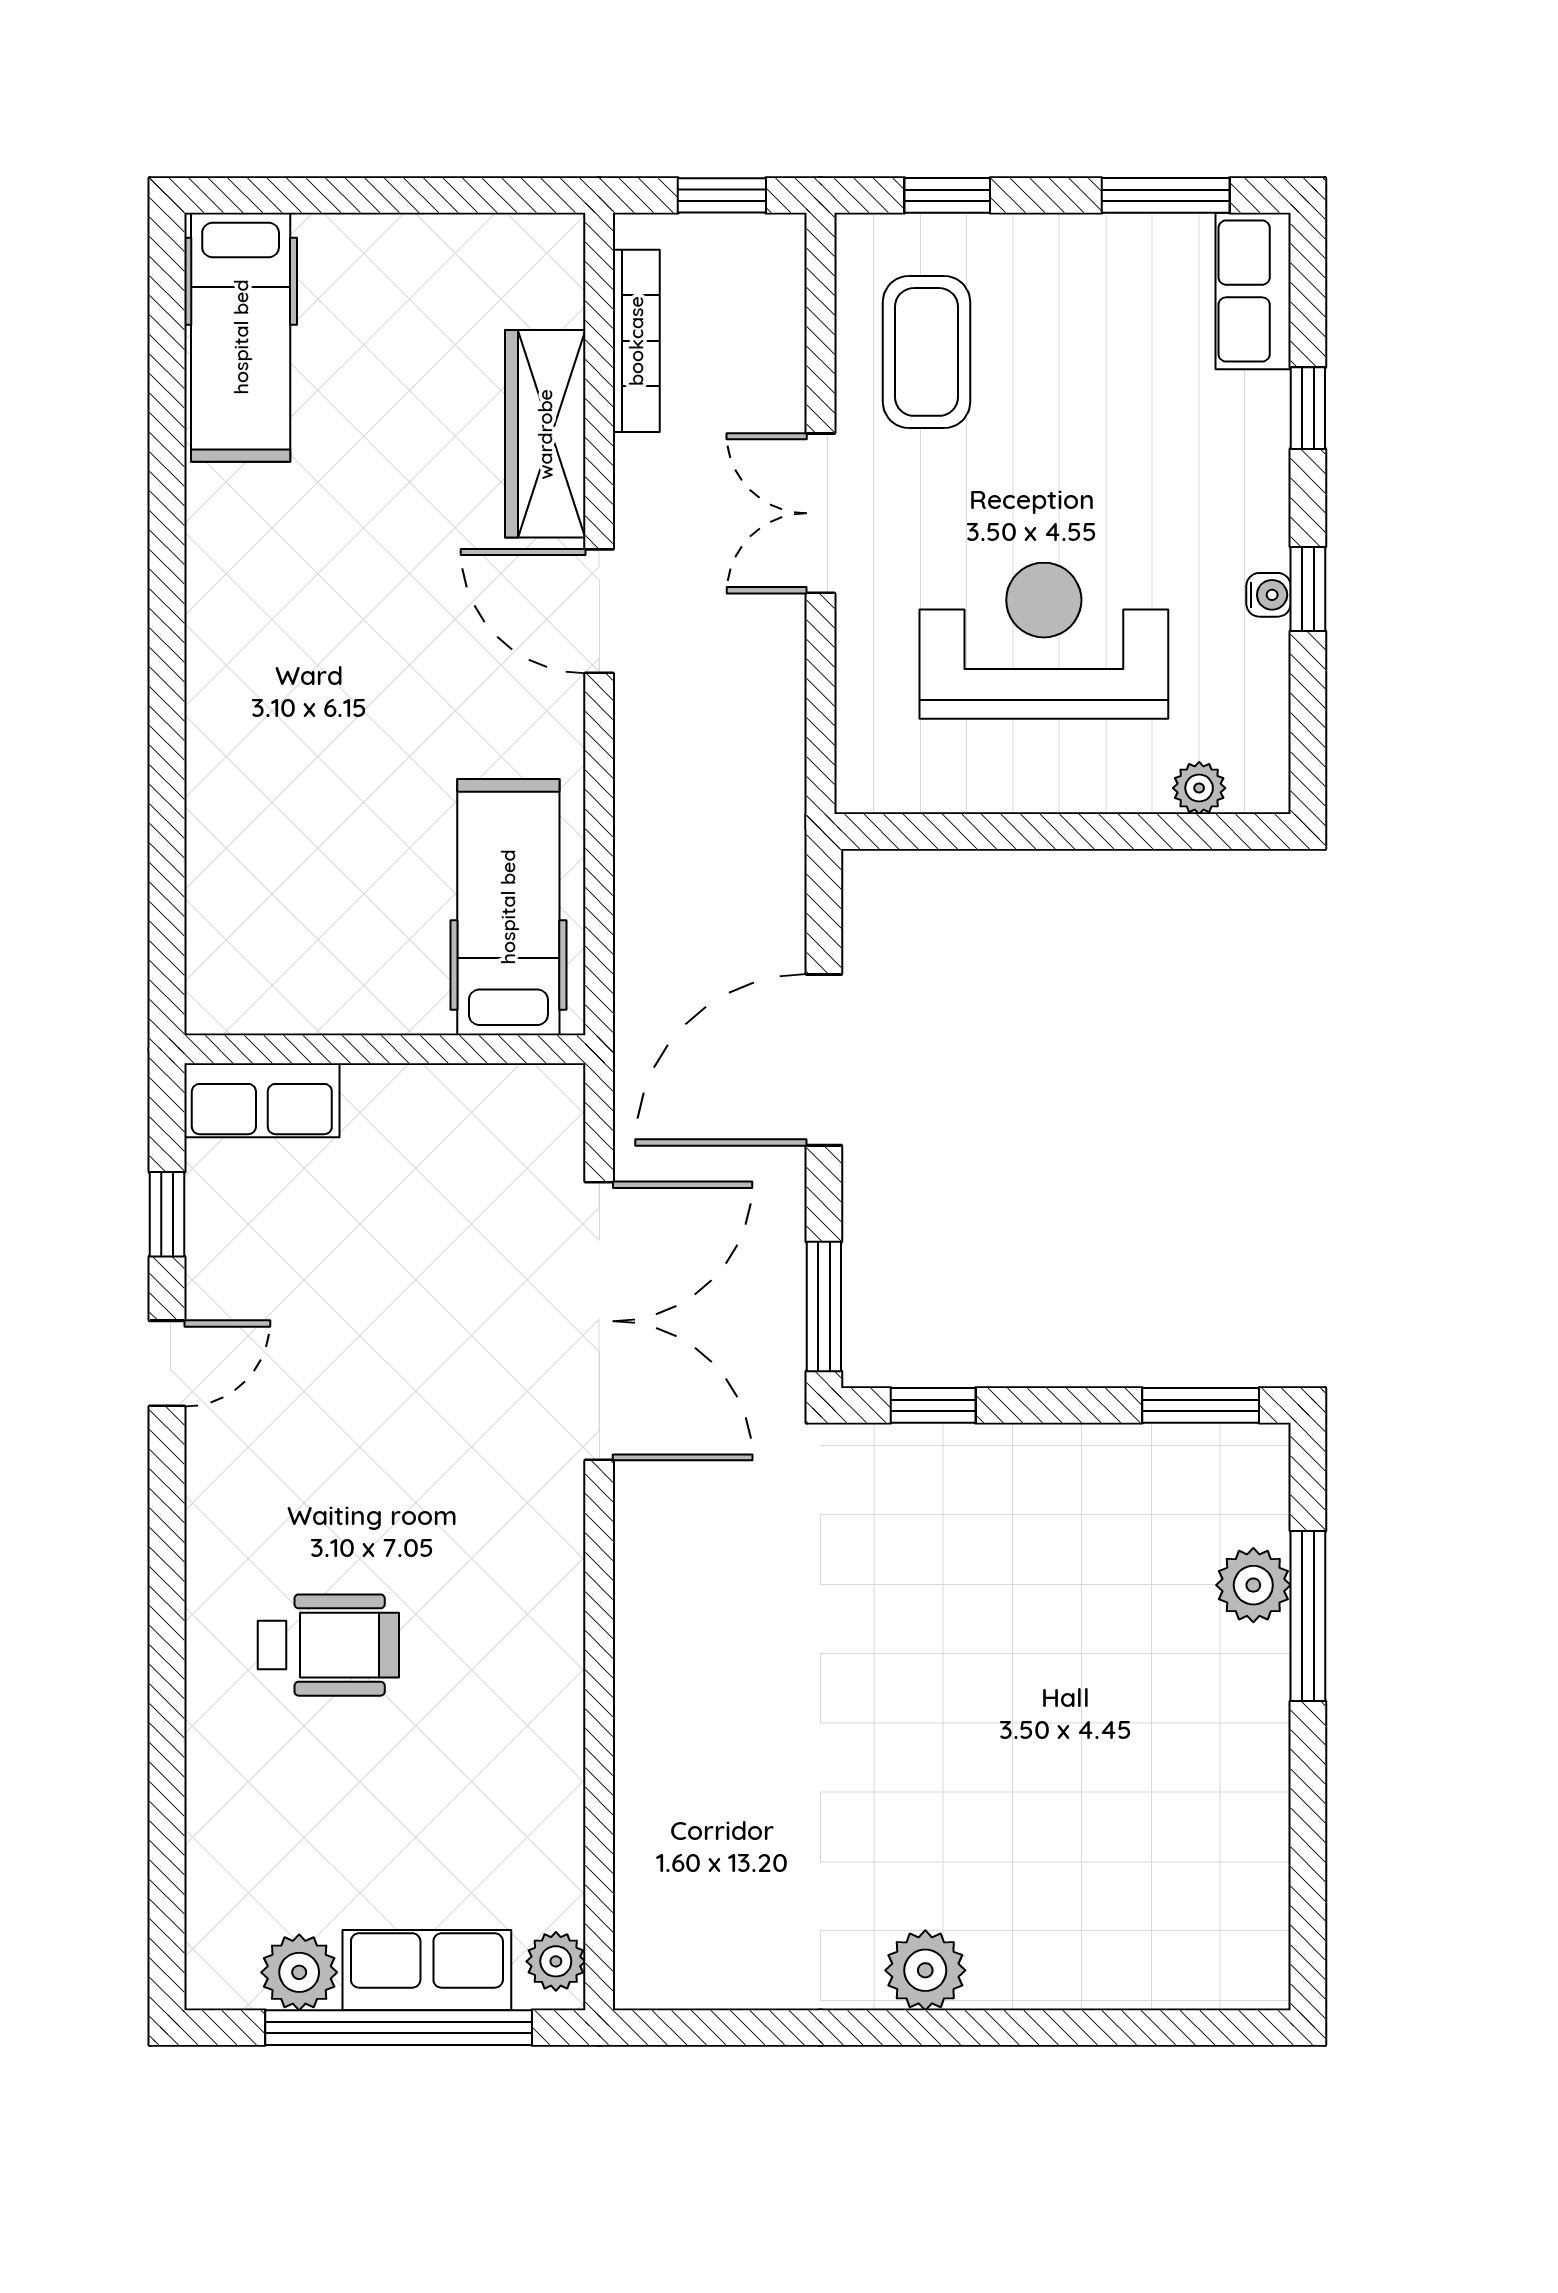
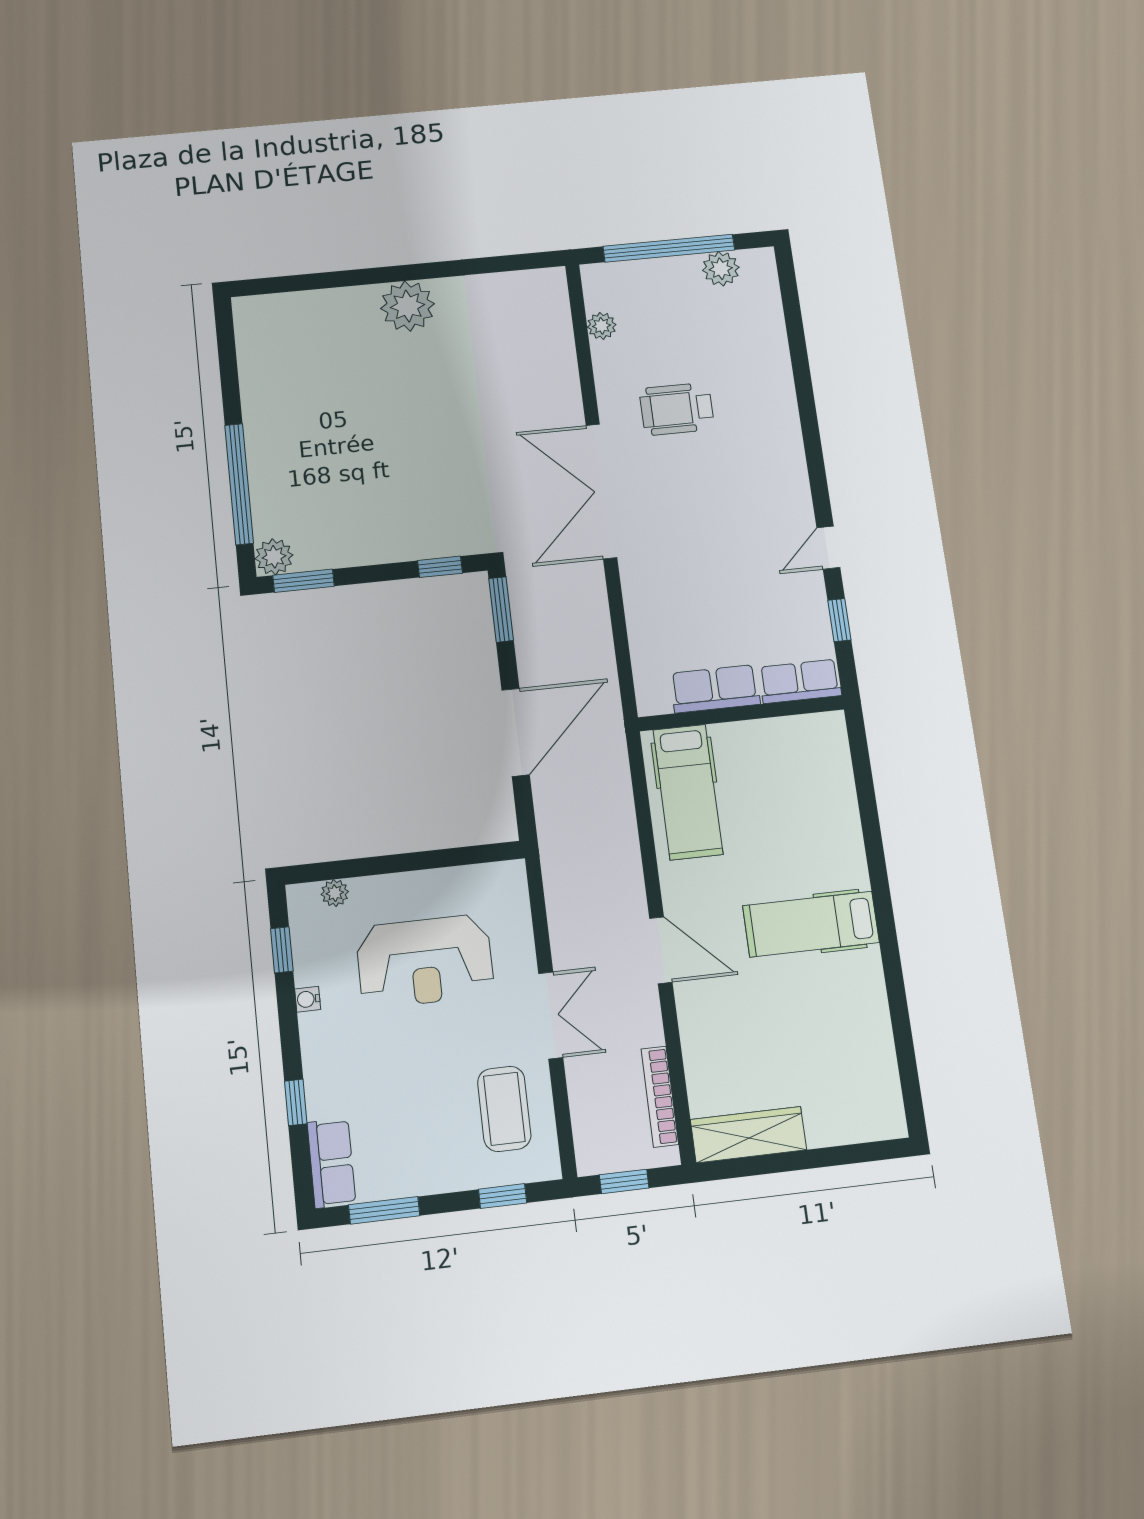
hospital bed: (241, 337) -> (811, 924), moved, turned -90
wardrobe: (545, 434) -> (748, 1135), moved, turned -90
window: (1308, 589) -> (282, 950), moved
double door: (599, 1321) -> (601, 491), moved
plant: (1253, 1585) -> (274, 557), moved
window: (1308, 1616) -> (239, 484), width x1.46
wheelchair: (328, 1645) -> (677, 409), moved
plant: (556, 1961) -> (602, 326), moved
row of seats: (427, 1970) -> (715, 689), moved, turned 180
plant: (925, 1970) -> (408, 306), width x1.36, depth x1.36

